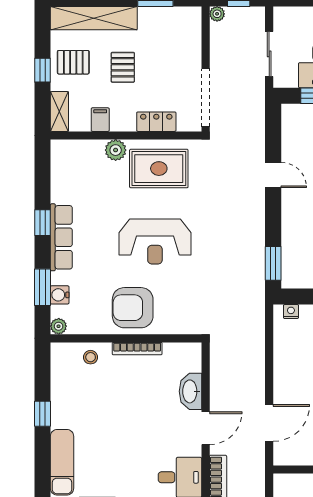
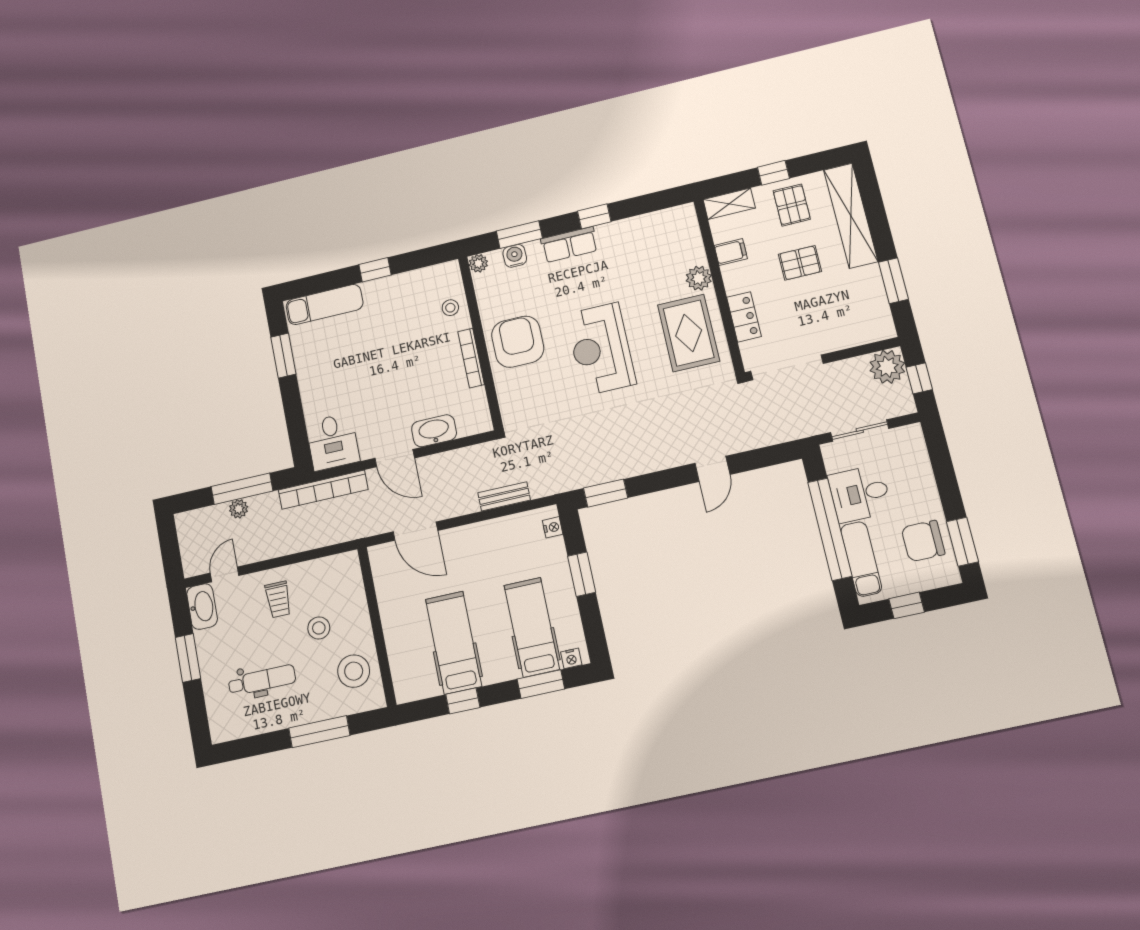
plant: (217, 14) -> (887, 367), width x1.88, depth x1.88
row of seats: (61, 237) -> (569, 245), width x0.68
bench: (257, 345) -> (504, 496), added

